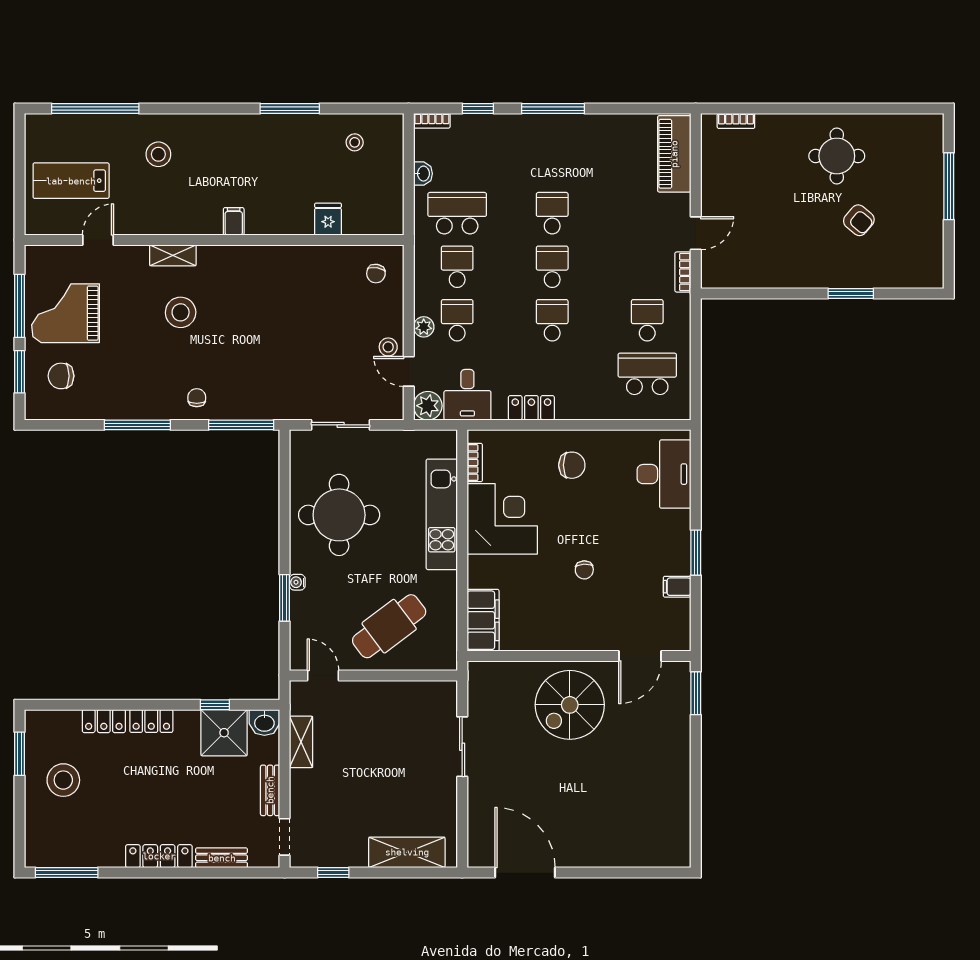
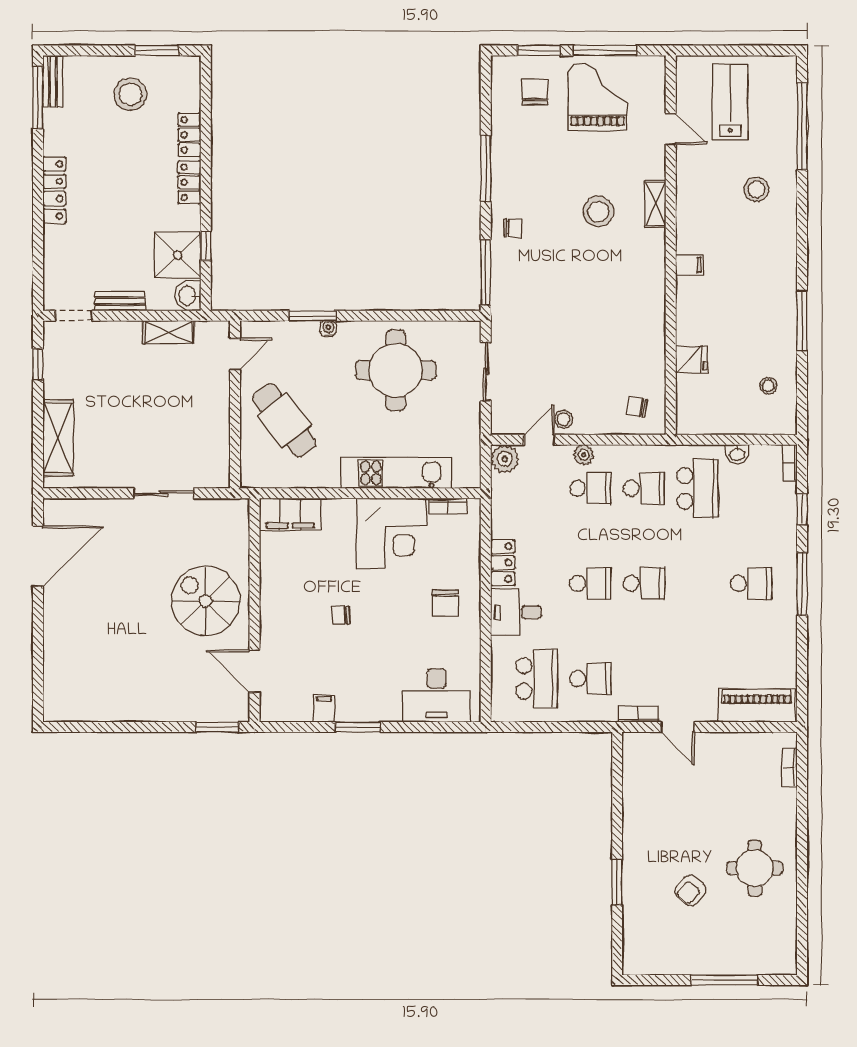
school desk: (552, 213) -> (751, 583), moved
desk: (467, 395) -> (516, 612), moved
bench: (222, 858) -> (53, 81), moved

